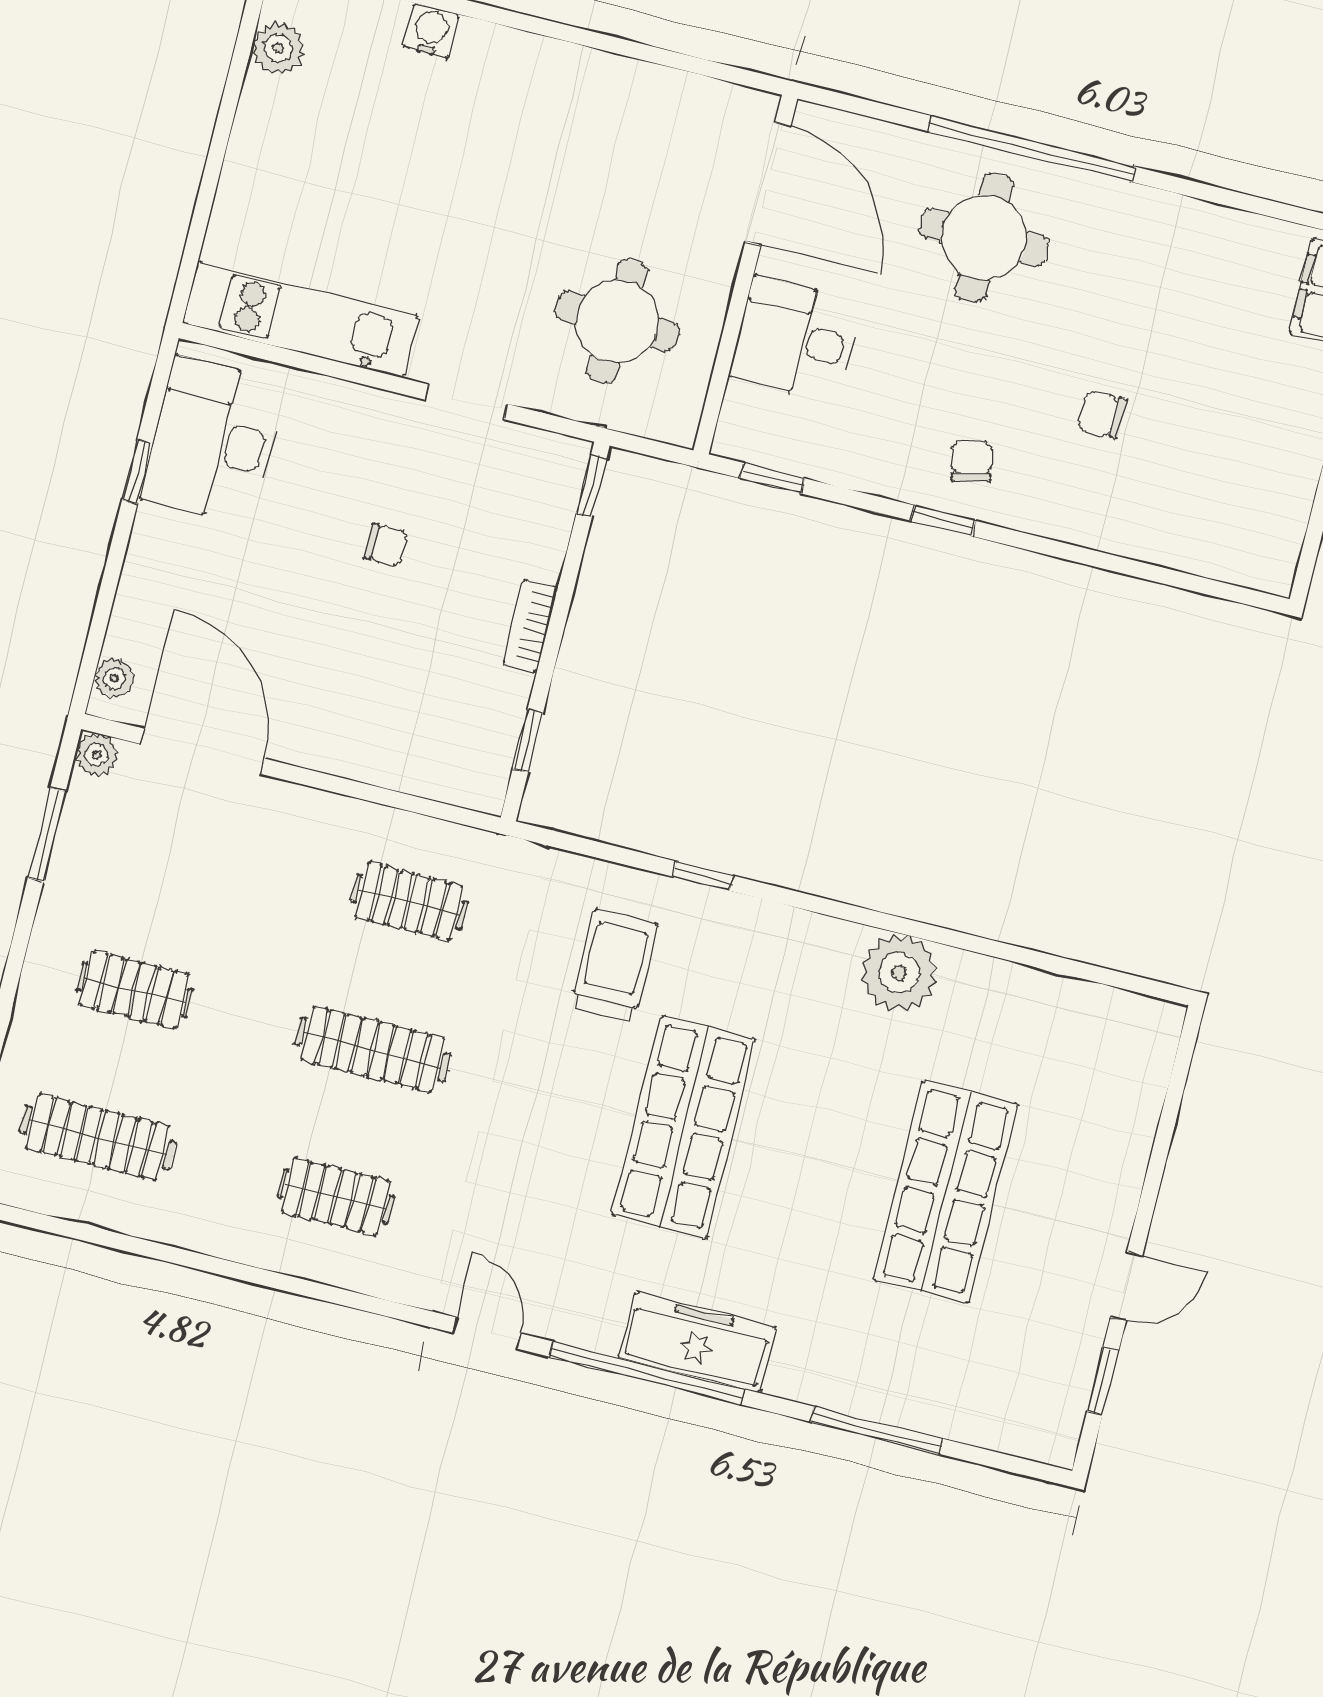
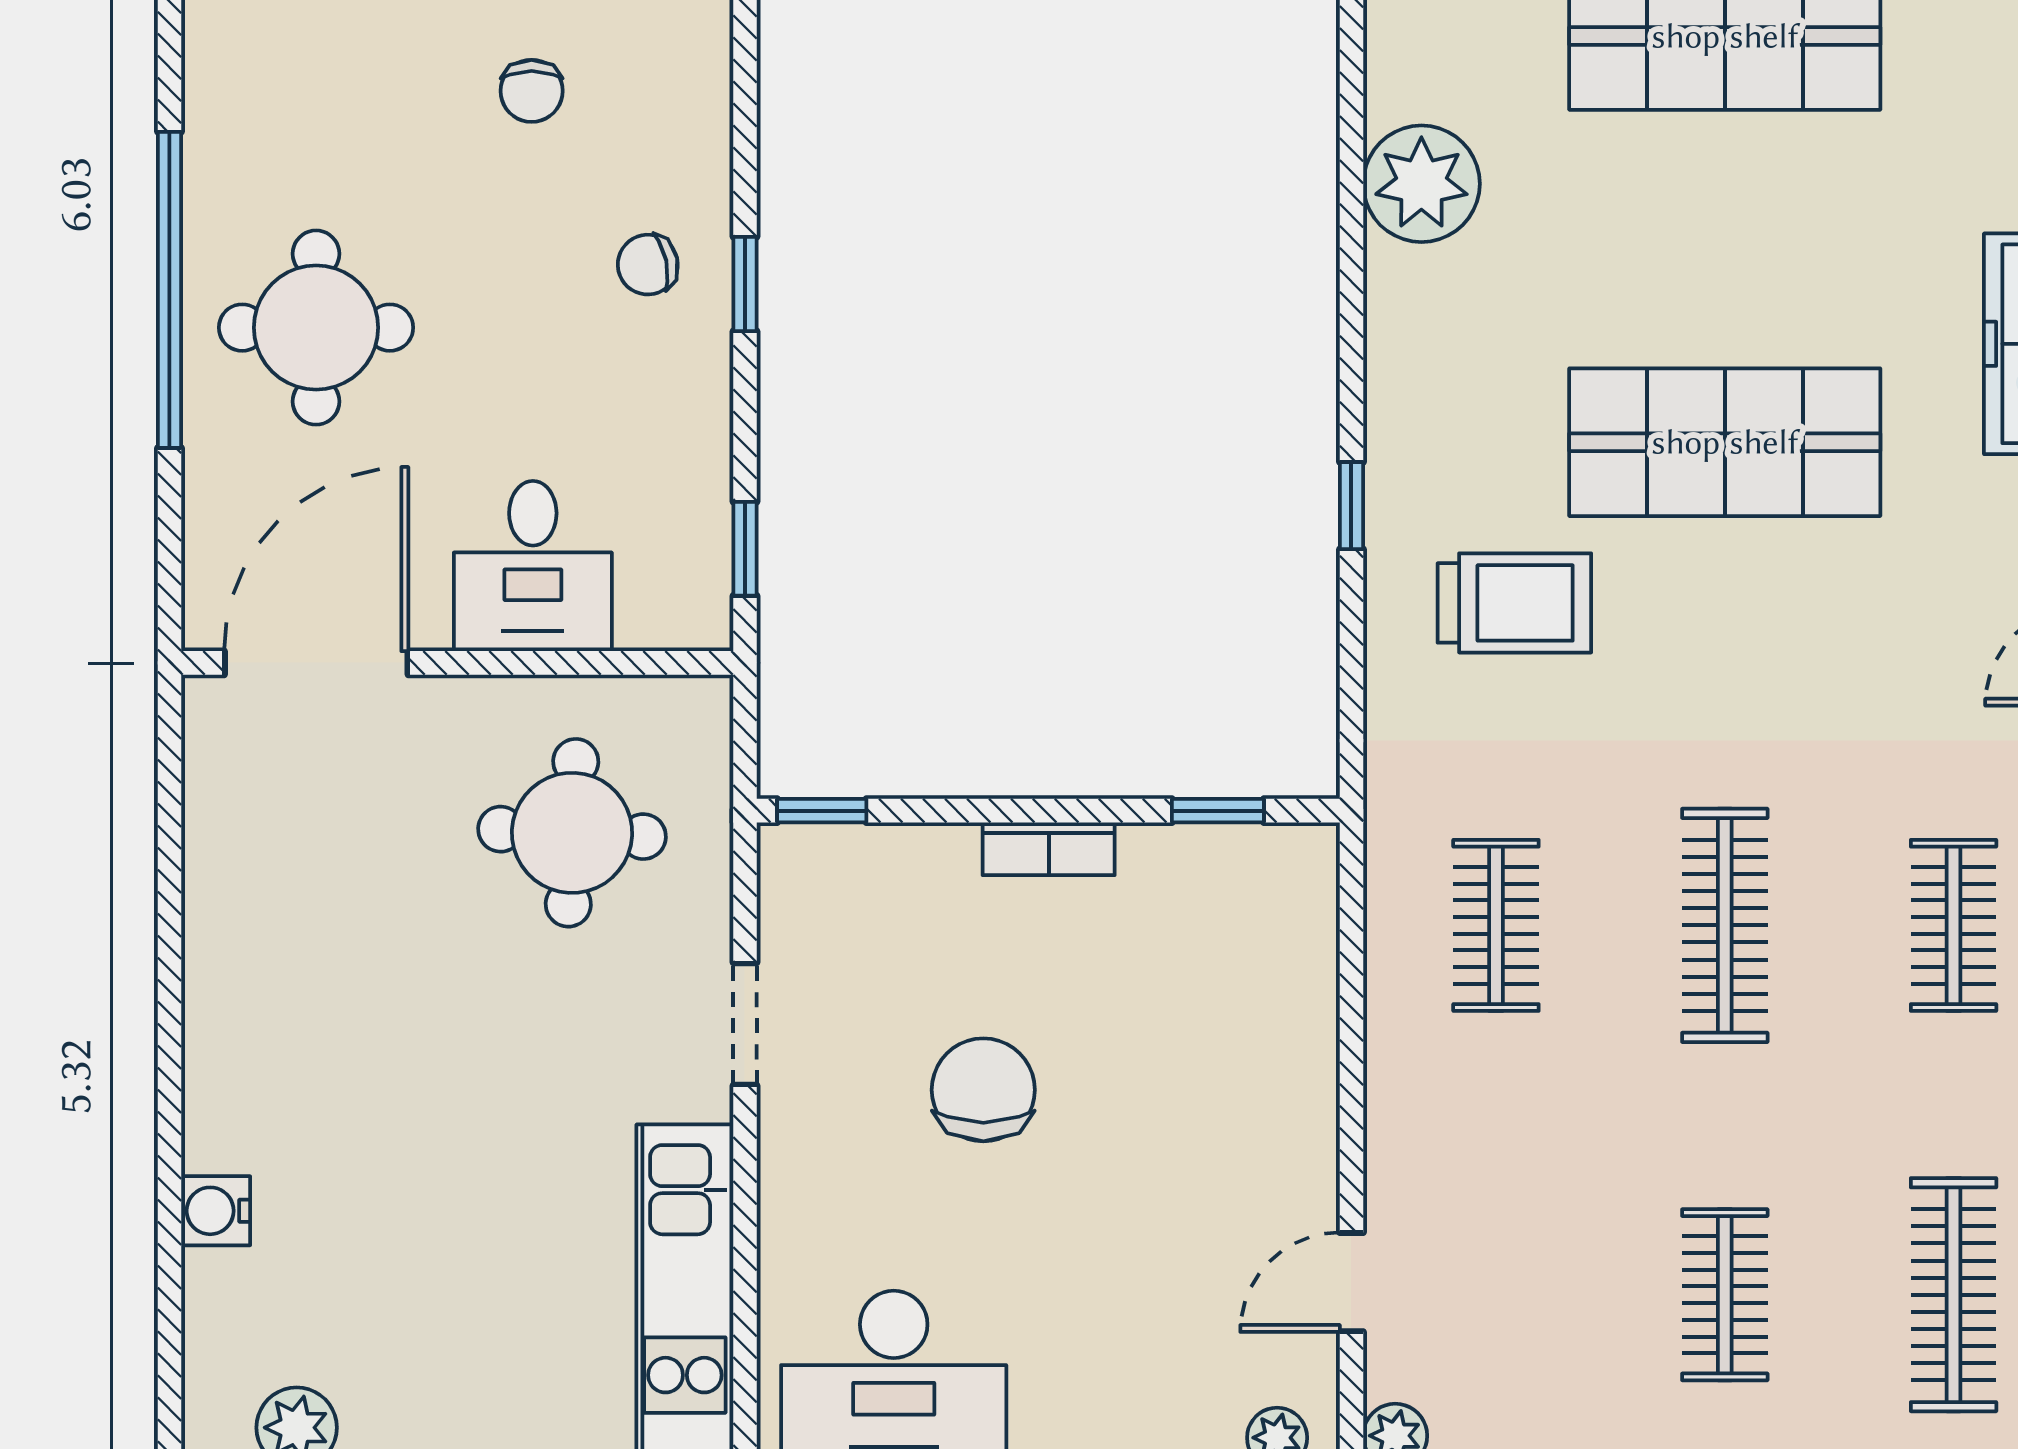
chair: (386, 545) -> (983, 1090), width x1.87, depth x1.87
door: (203, 751) -> (1351, 1282), width x0.53
trolley: (614, 965) -> (1514, 603), turned 180

